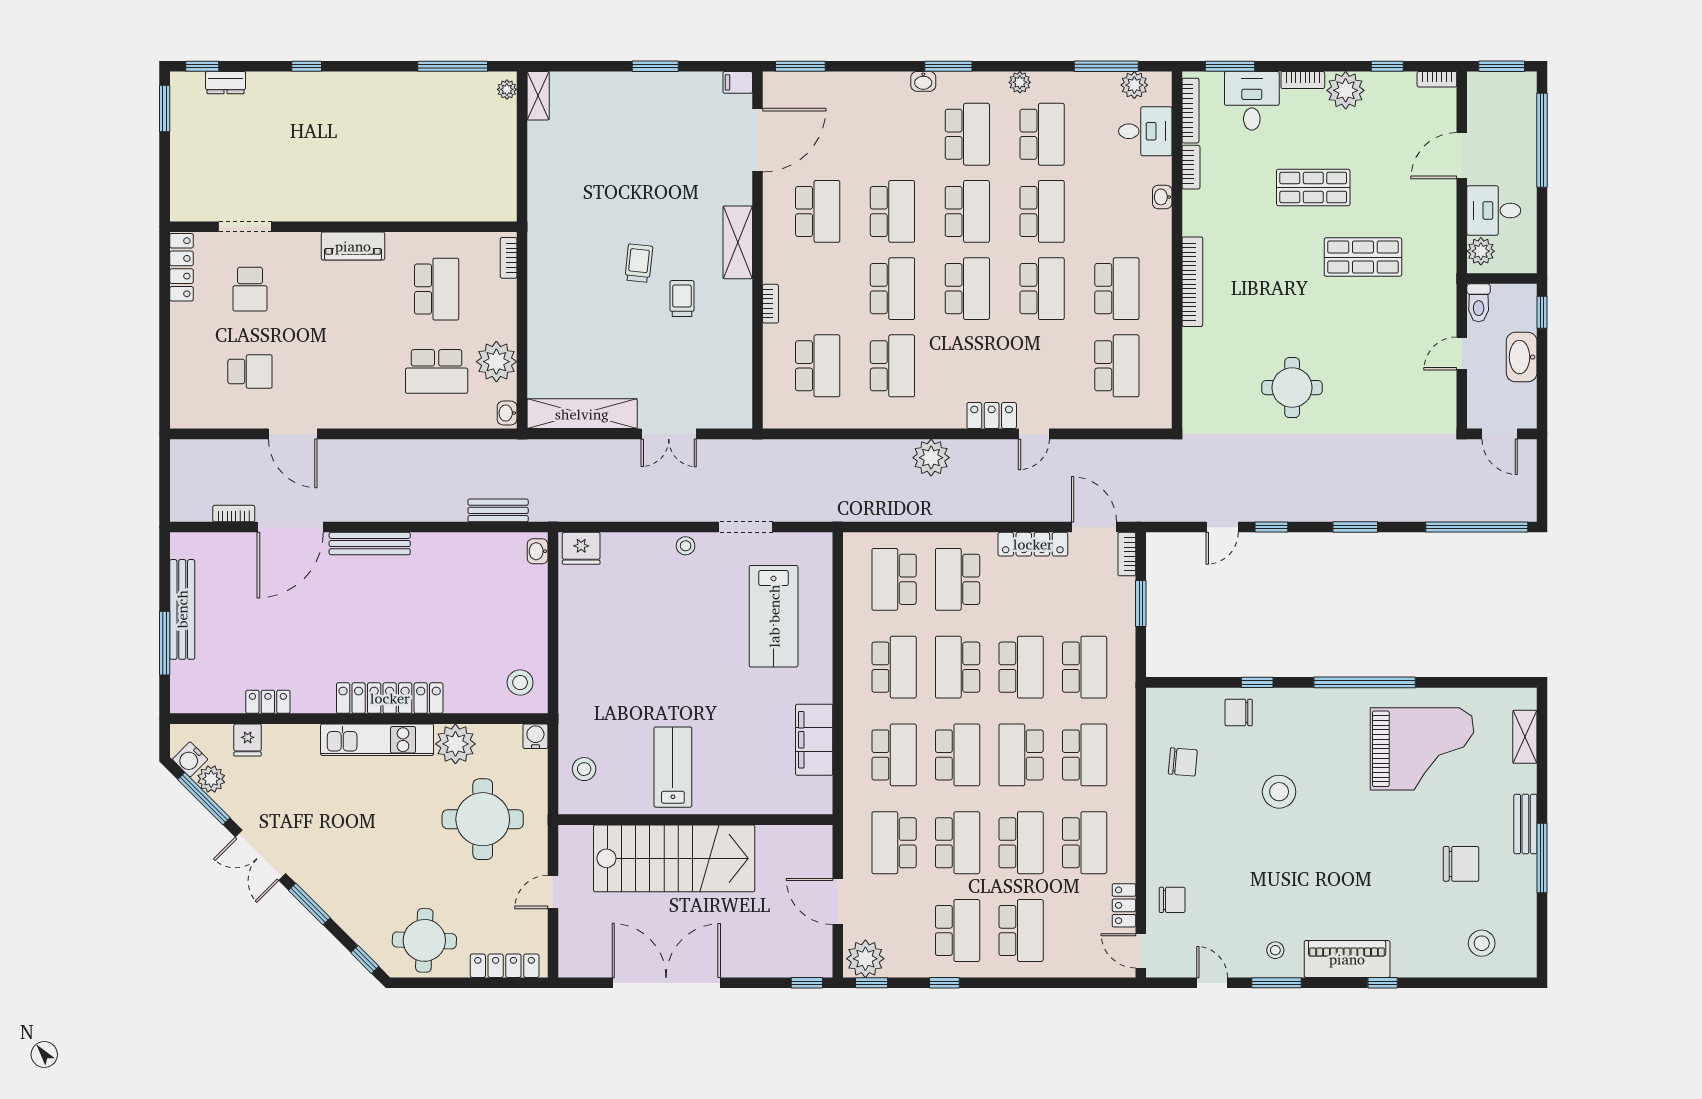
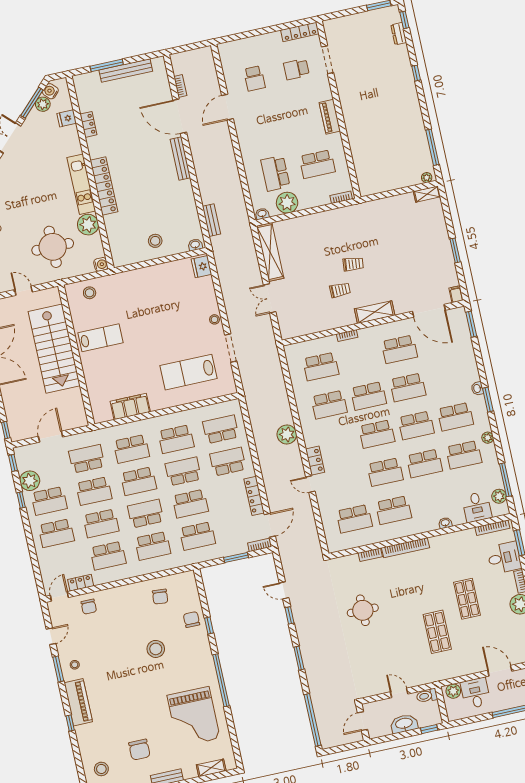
bookcase: (1191, 167) -> (370, 555), moved
stool: (520, 682) -> (155, 241), moved
plant: (865, 959) -> (30, 481), moved

